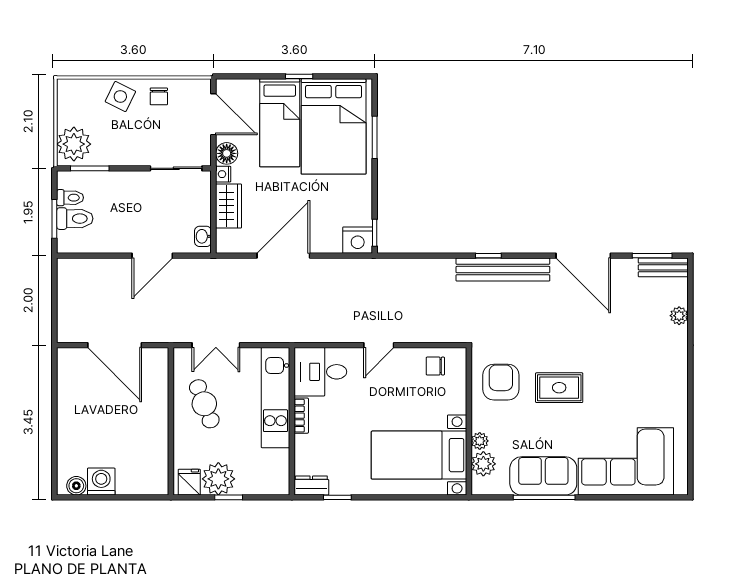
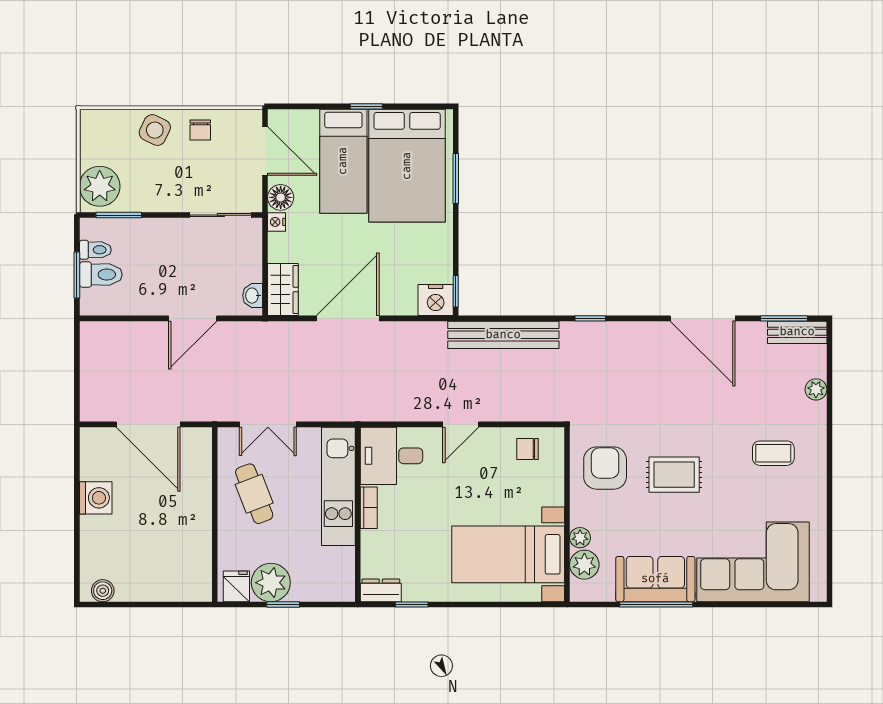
wardrobe: (229, 206) -> (283, 290), moved
bench: (503, 270) -> (503, 335), moved
coffee table: (643, 370) -> (773, 453), added
washing machine: (101, 482) -> (96, 498), moved, turned 90

